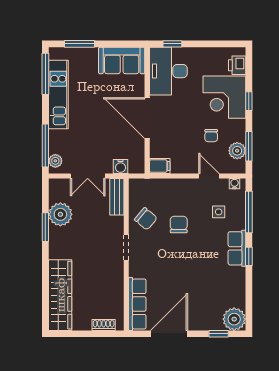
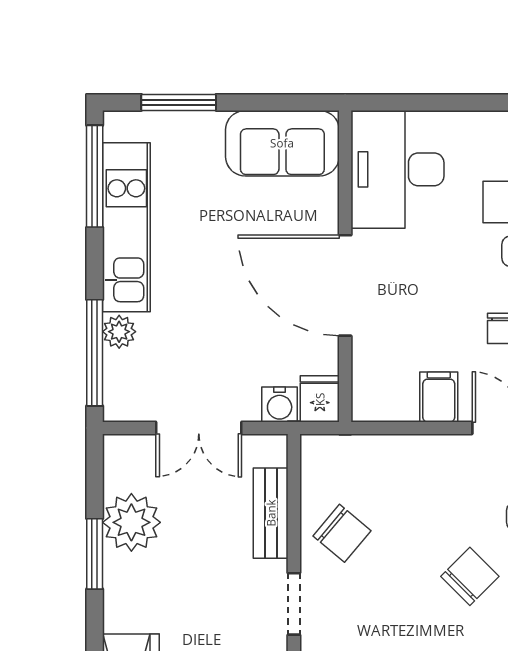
window: (172, 44) -> (408, 102), removed
plant: (55, 161) -> (119, 332), moved
fridge: (137, 164) -> (320, 399), added
filing cabinet: (160, 166) -> (439, 397), moved, turned -90
bench: (117, 197) -> (271, 513), moved
chair: (179, 224) -> (470, 576), moved, turned 45

